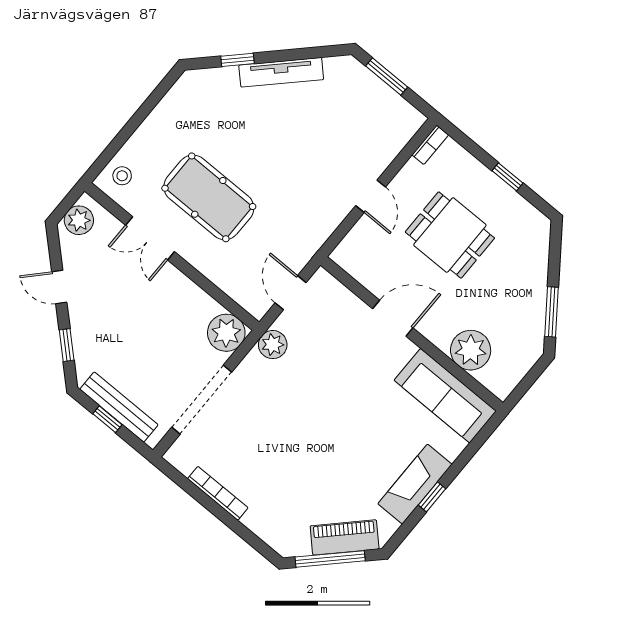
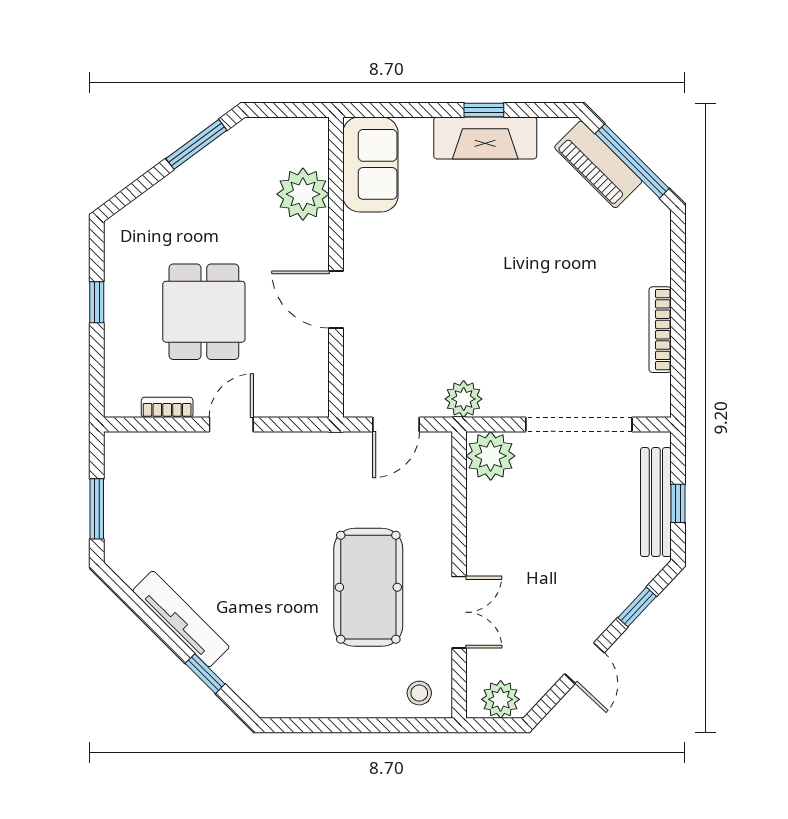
bookcase: (430, 145) -> (167, 407), moved
sofa: (445, 396) -> (370, 164), width x0.73

